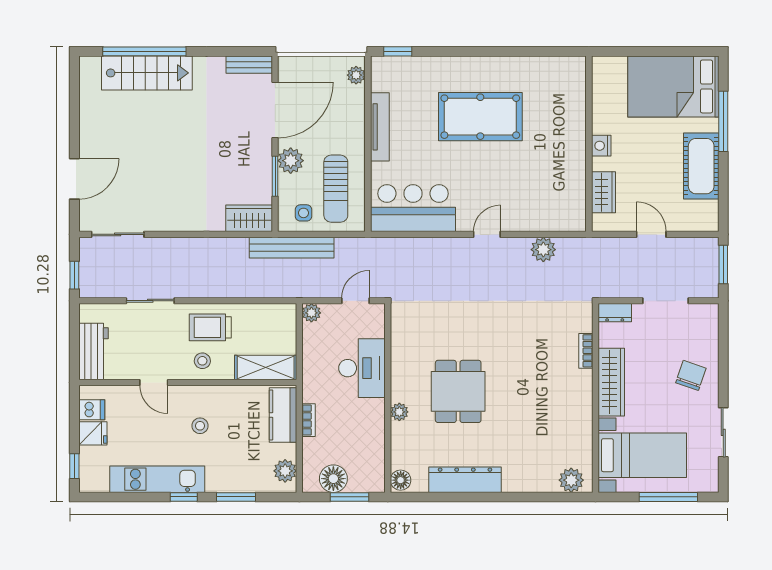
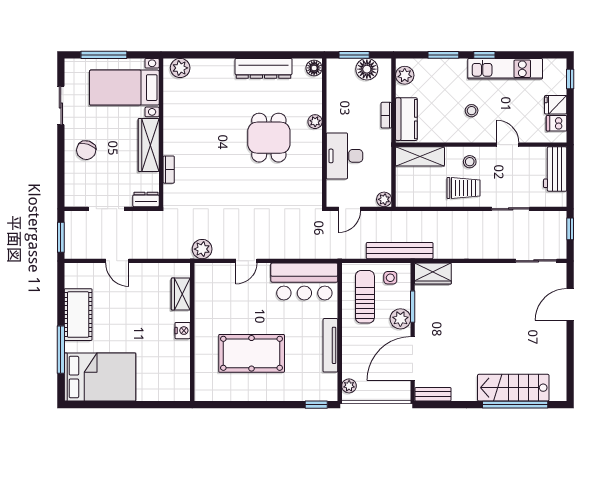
wall: (589, 144) -> (192, 332), moved
nightstand: (601, 146) -> (183, 331), moved
wardrobe: (603, 192) -> (181, 294), moved

